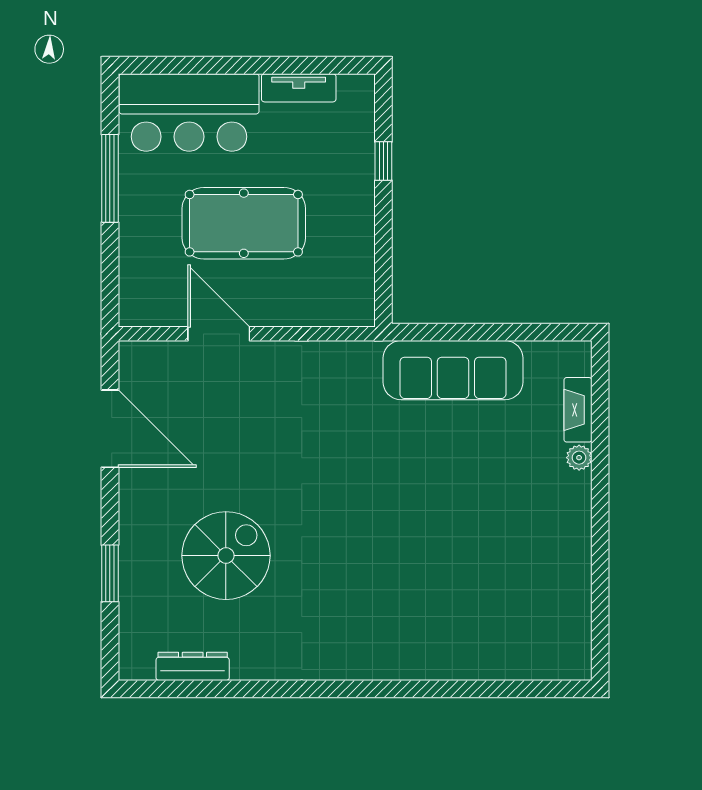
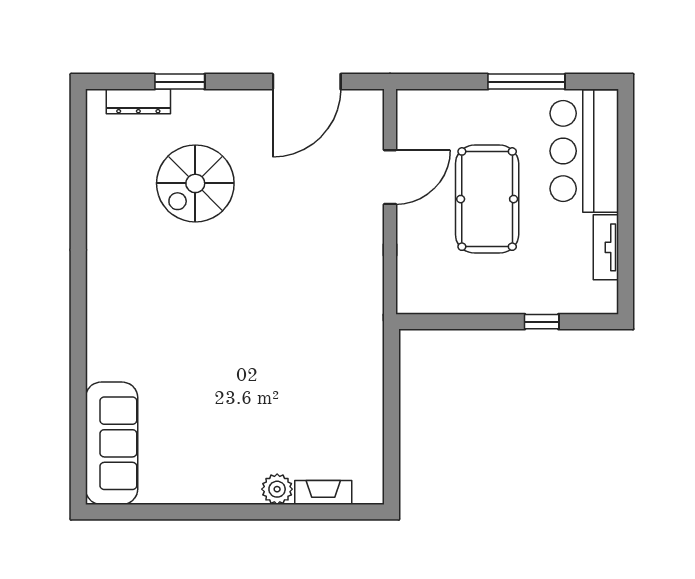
sofa: (453, 370) -> (112, 443), moved, turned 180
plant: (579, 458) -> (277, 489), width x1.38, depth x1.38
spiral stairs: (226, 556) -> (195, 183), turned 90
dresser: (193, 666) -> (138, 101), moved, turned 90

